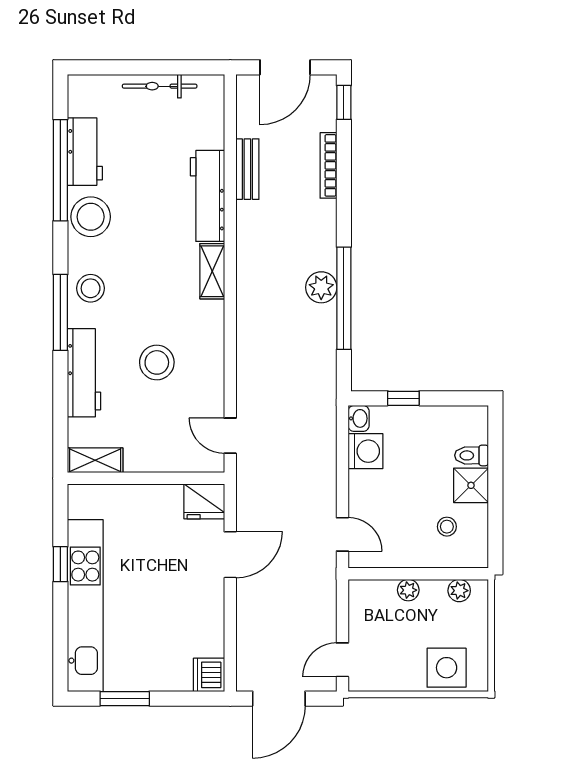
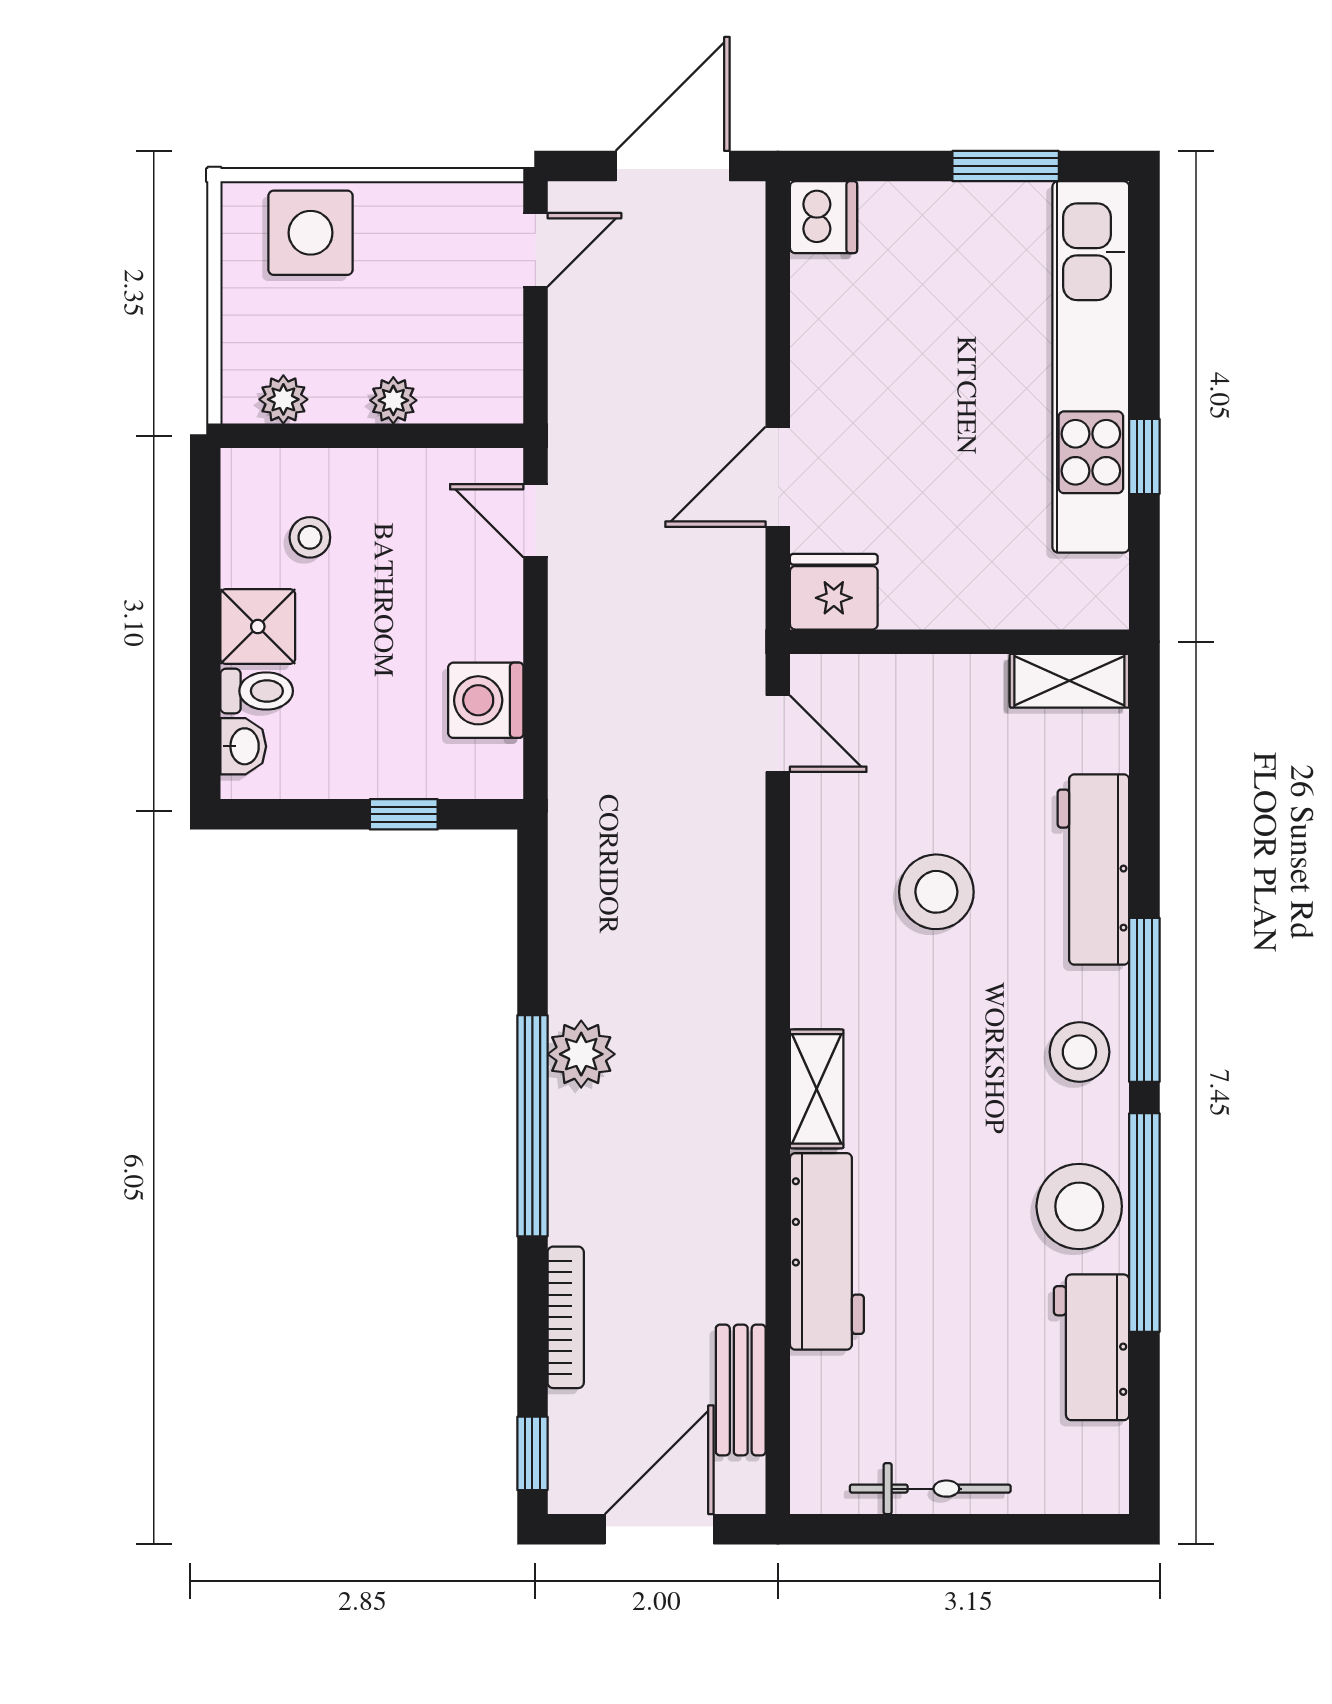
bench: (247, 169) -> (741, 1390), moved
window: (60, 170) -> (1144, 1223), moved
window: (344, 298) -> (532, 1126), moved
washbasin: (359, 418) -> (243, 746), moved, turned 180

